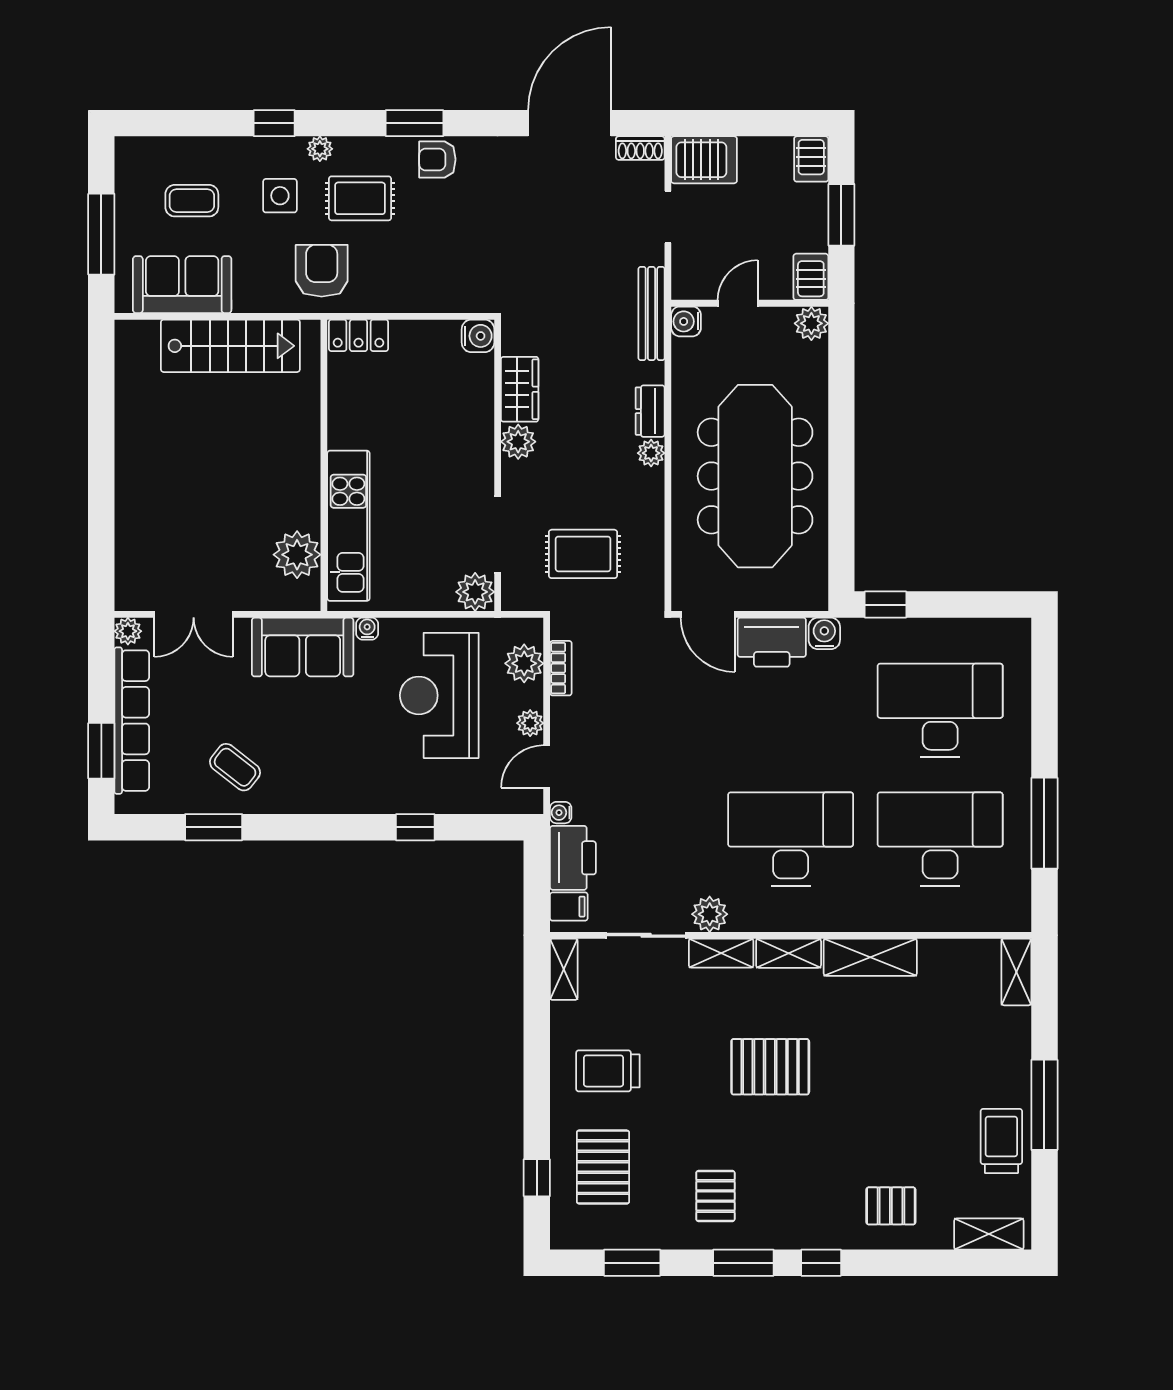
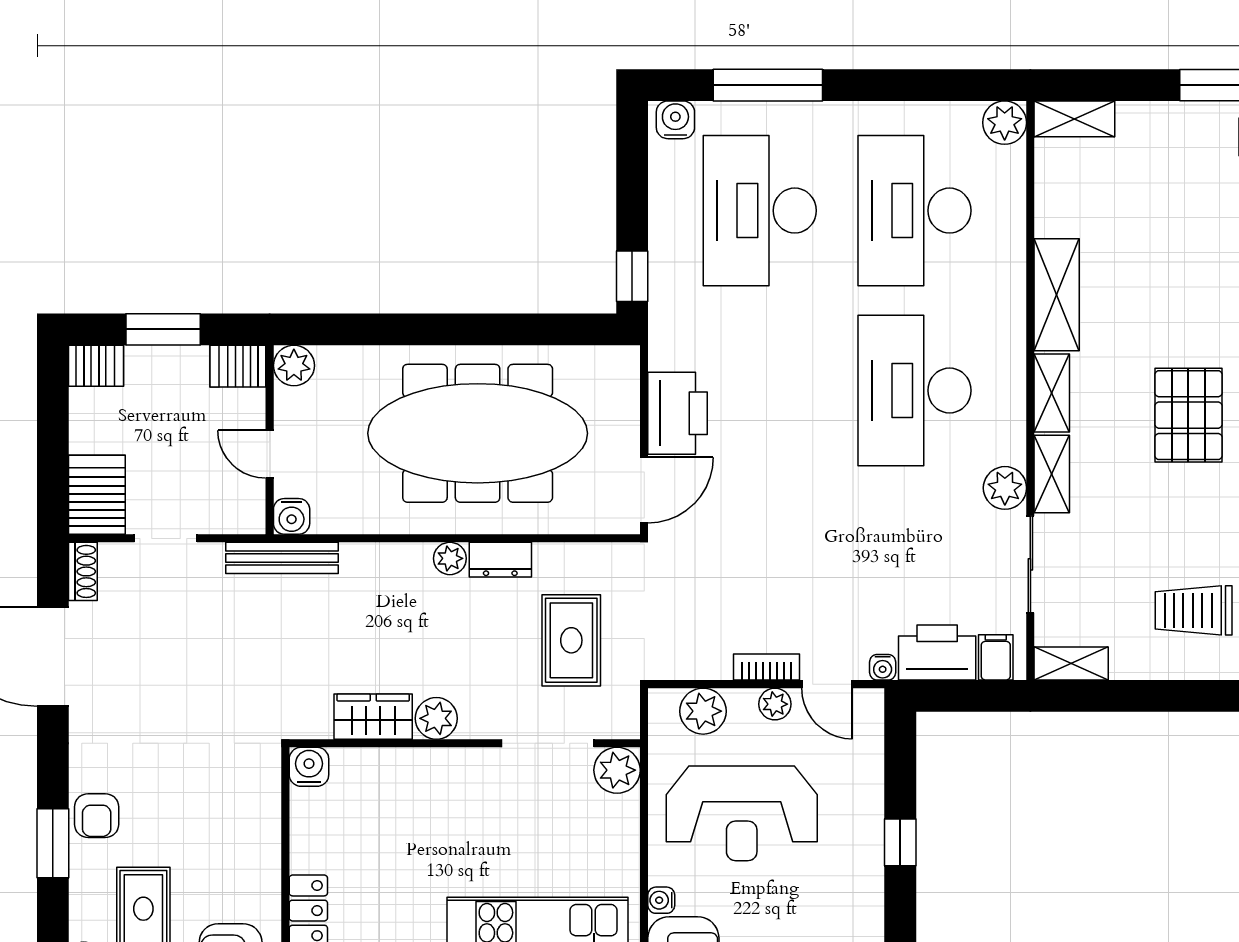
dresser: (650, 411) -> (500, 560), moved
water cooler: (824, 633) -> (675, 120), moved, turned 90
bookcase: (561, 668) -> (766, 667), moved
window: (1044, 823) -> (768, 85), moved
plant: (1013, 914) -> (1005, 123), added
trolley: (608, 1071) -> (1194, 610), turned 90

